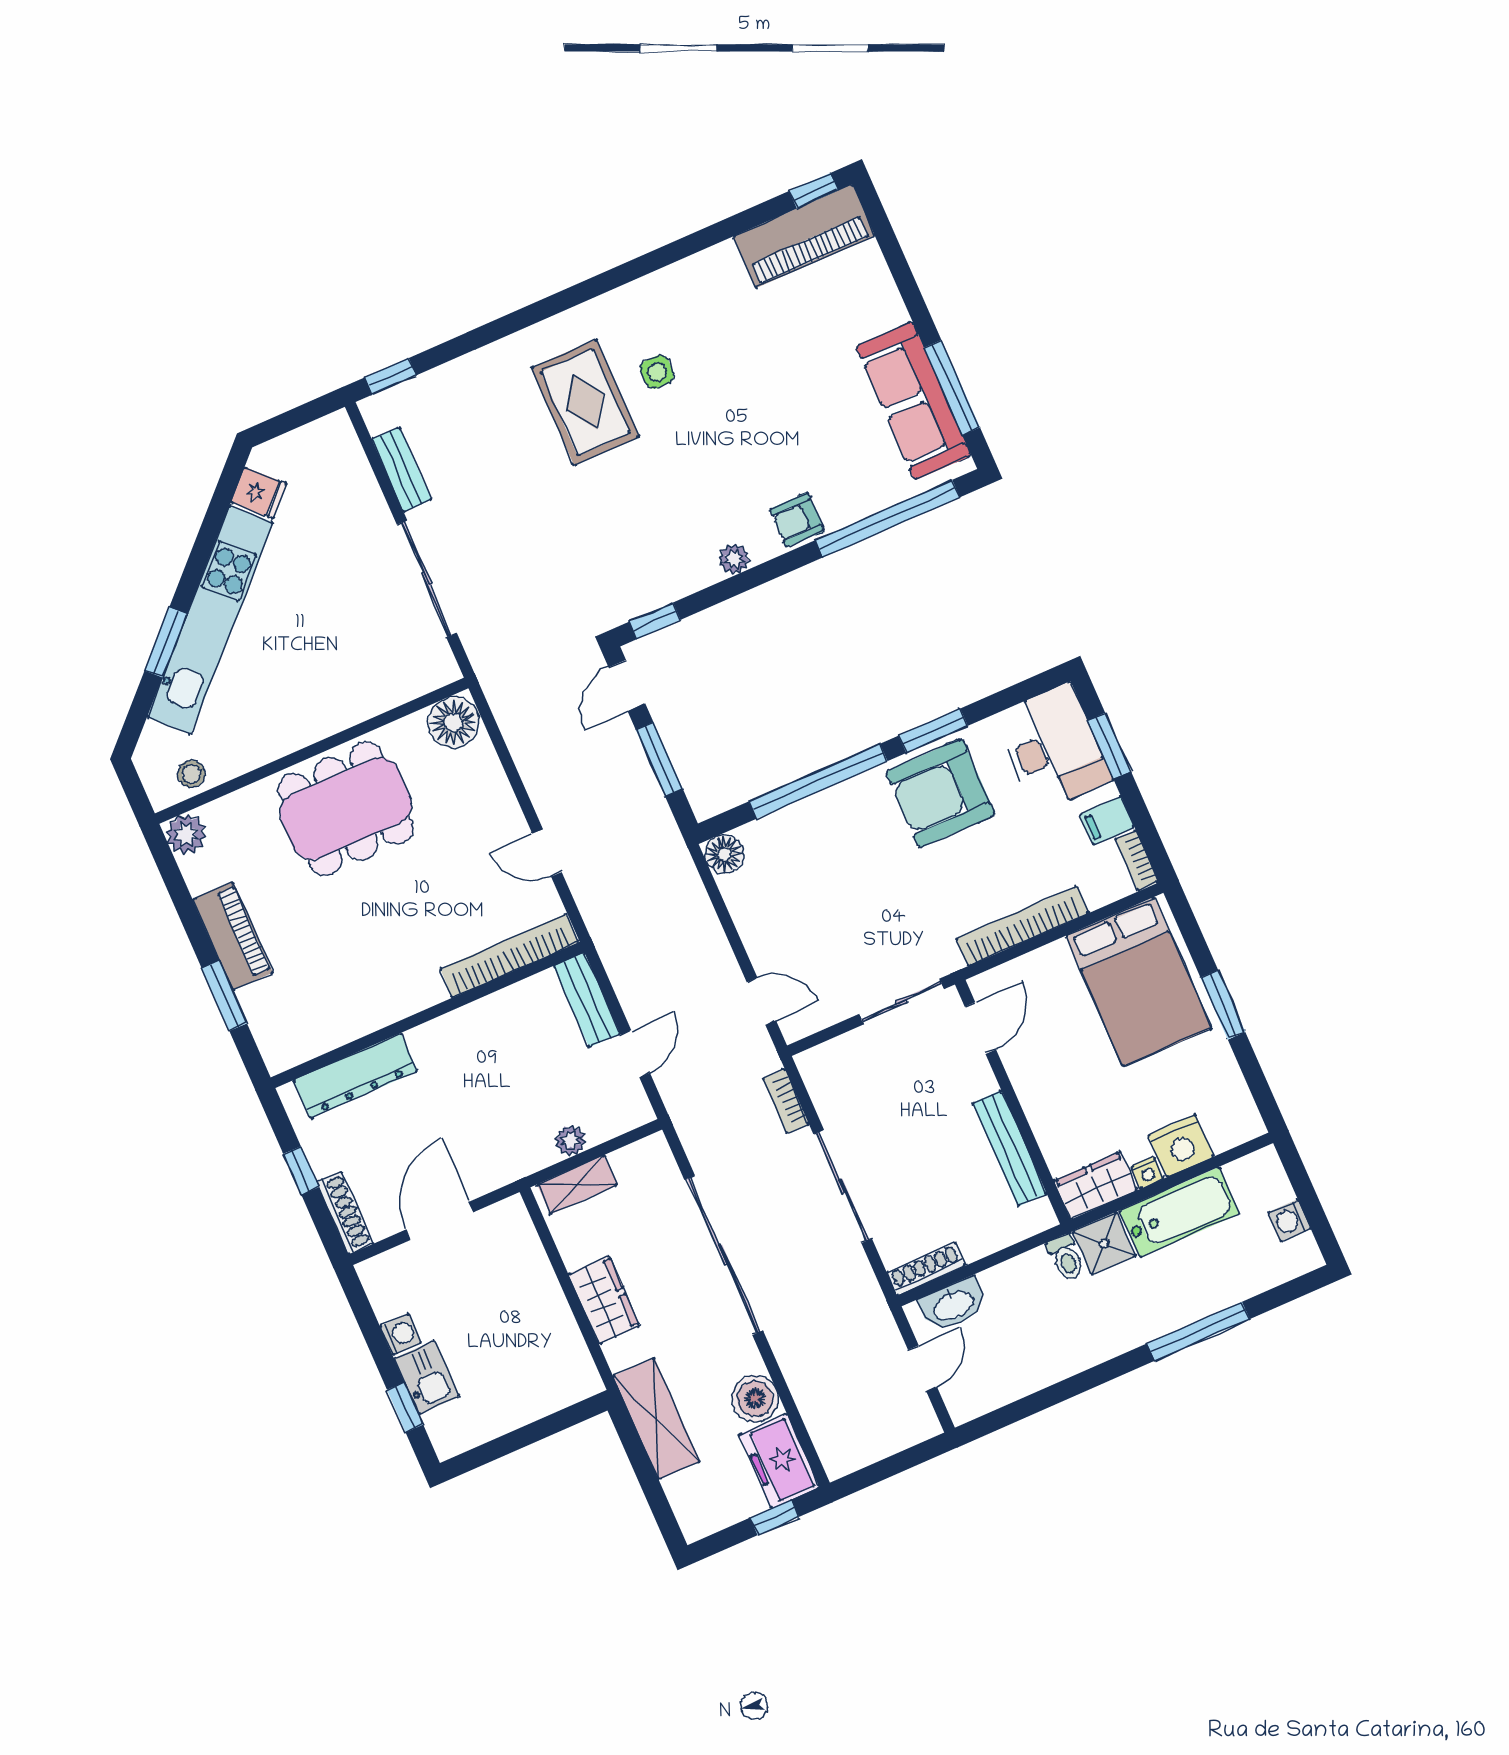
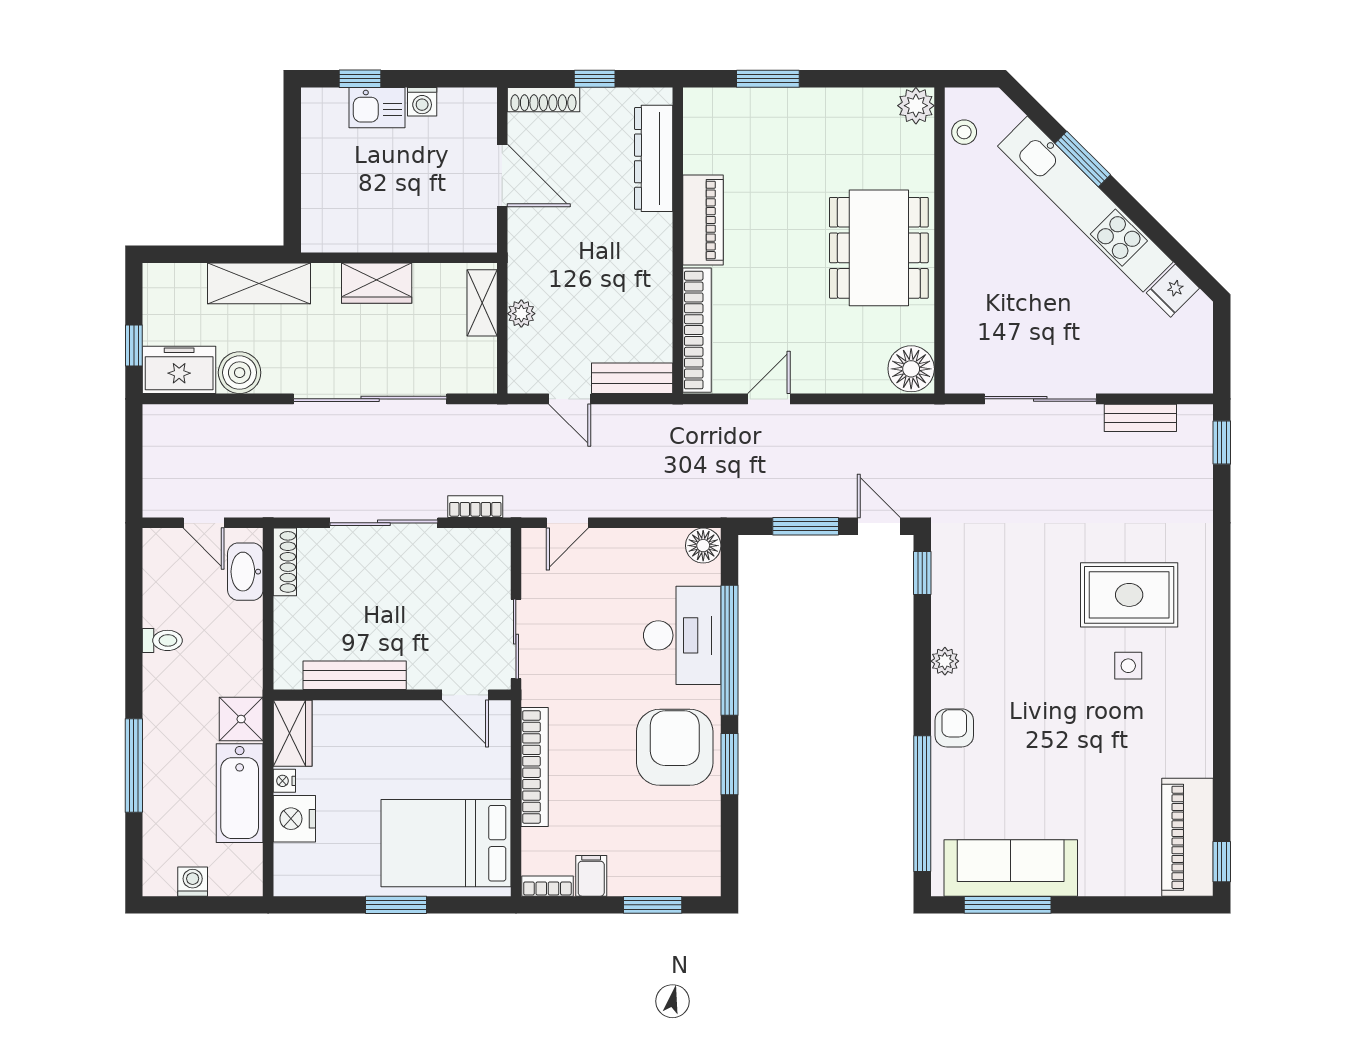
desk: (1053, 748) -> (682, 635), moved, turned -90
piano: (233, 936) -> (703, 220), moved, turned -90
toilet: (1066, 1258) -> (162, 640), moved, turned 180

